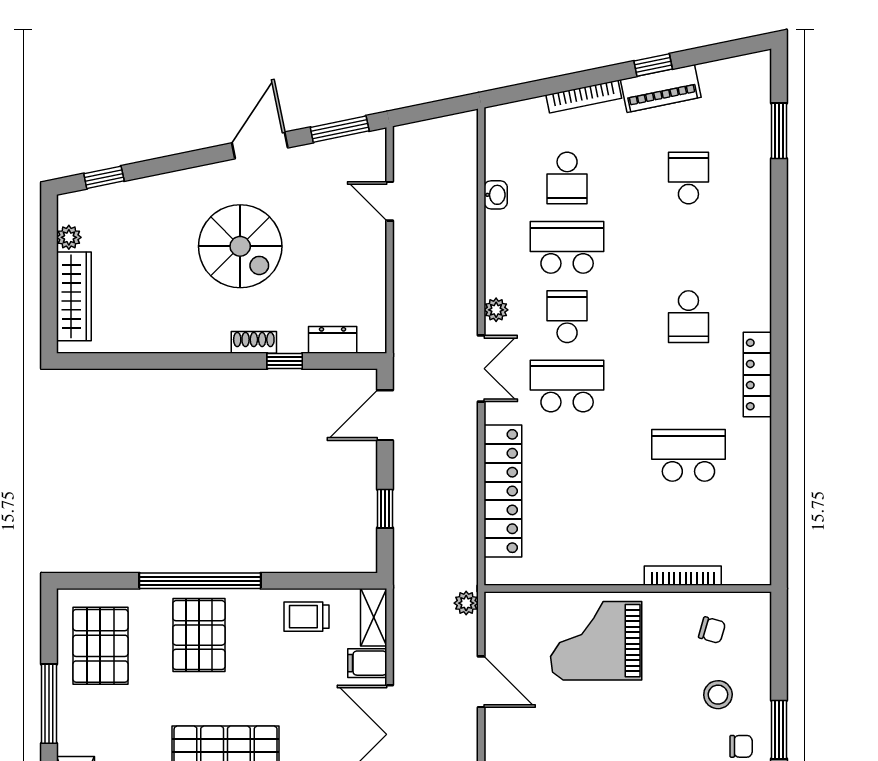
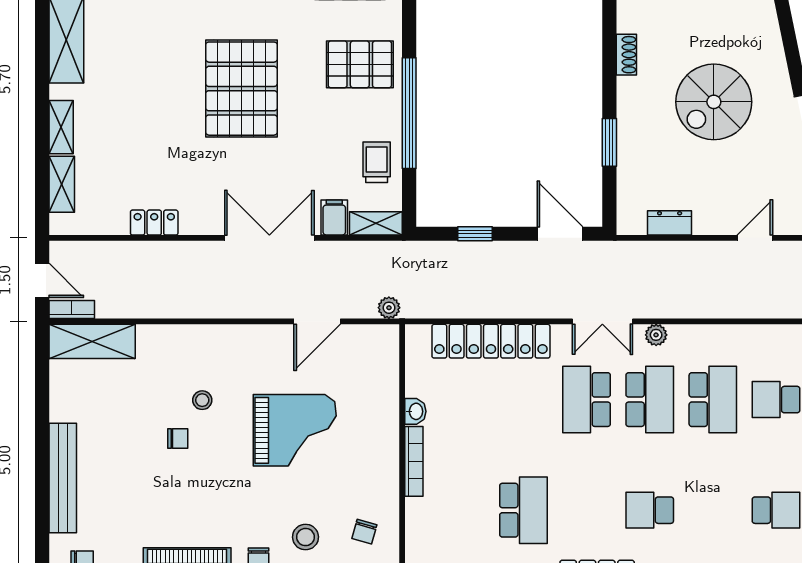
washbasin: (496, 195) -> (415, 411), moved, turned -90
school desk: (567, 317) -> (650, 400), width x1.85
dresser: (333, 340) -> (670, 223), moved, turned -90
shoe rack: (254, 342) -> (626, 55), moved
window: (285, 361) -> (609, 142), width x1.50
school desk: (567, 386) -> (587, 400), turned 180
bookcase: (683, 576) -> (414, 461), moved
window: (200, 581) -> (409, 113), moved
grand piano: (596, 641) -> (295, 430), moved, turned 90

